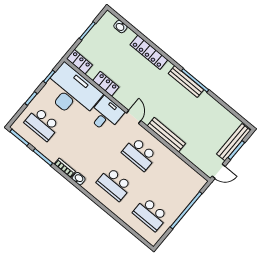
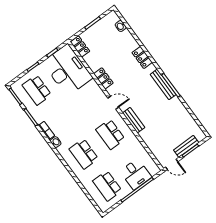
locker: (149, 52) -> (142, 57), width x0.66
locker: (106, 84) -> (103, 78), moved
desk: (106, 114) -> (136, 174), moved, turned 90
door: (134, 117) -> (113, 103), hinge flipped
bench: (166, 135) -> (134, 120), width x0.73
bench: (234, 142) -> (186, 146), width x0.73

